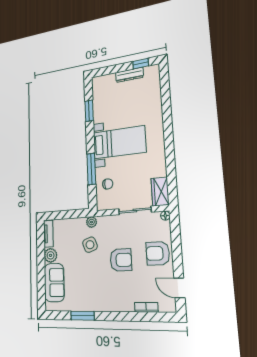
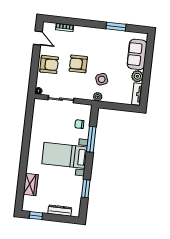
dresser: (129, 75) -> (60, 211), moved
wardrobe: (160, 192) -> (31, 184), moved

